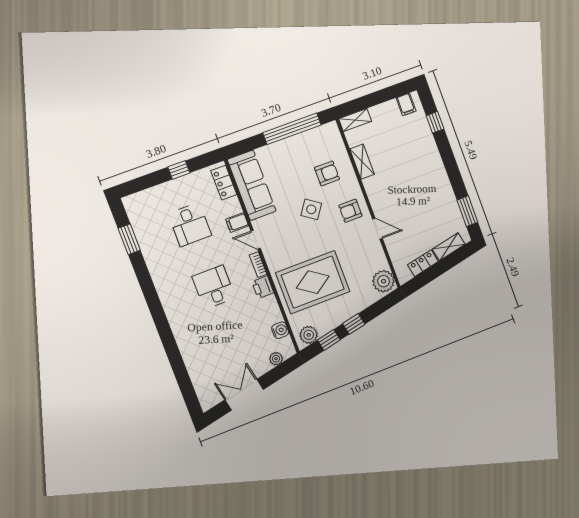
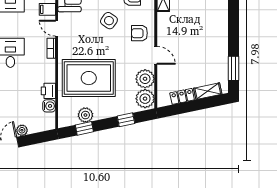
plant: (375, 259) -> (145, 79), added
printer: (263, 287) -> (48, 91), moved
window: (354, 324) -> (126, 120), moved
plant: (309, 335) -> (85, 115), moved
plant: (276, 359) -> (22, 130), moved

